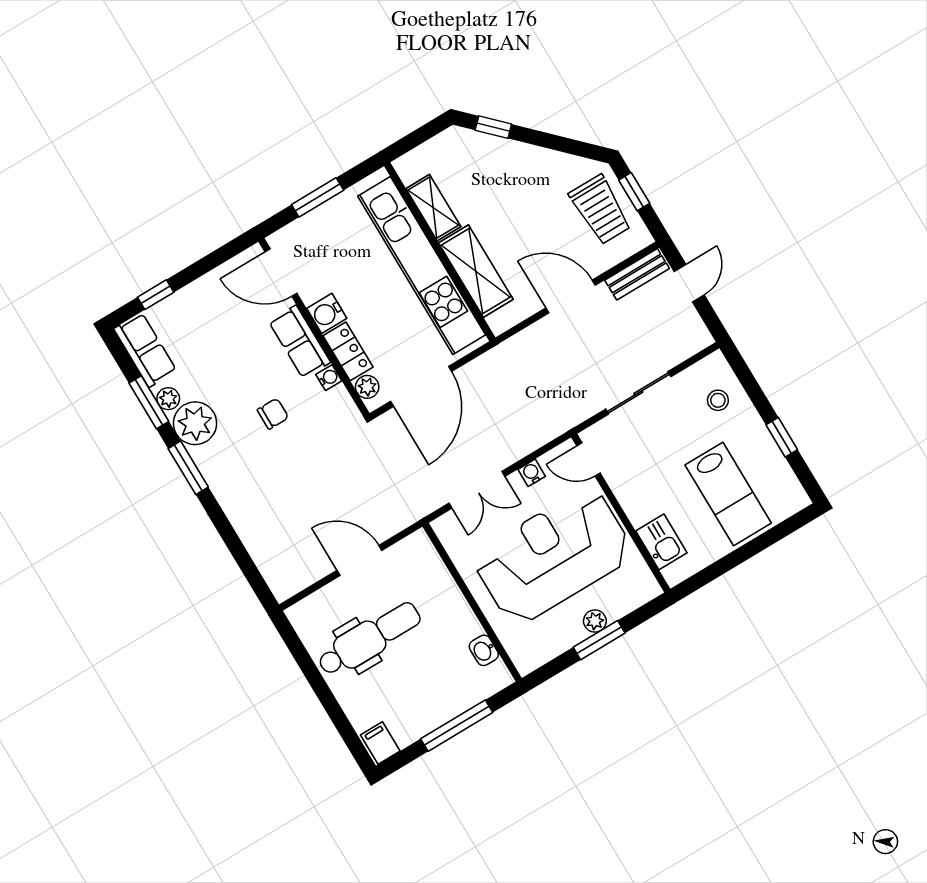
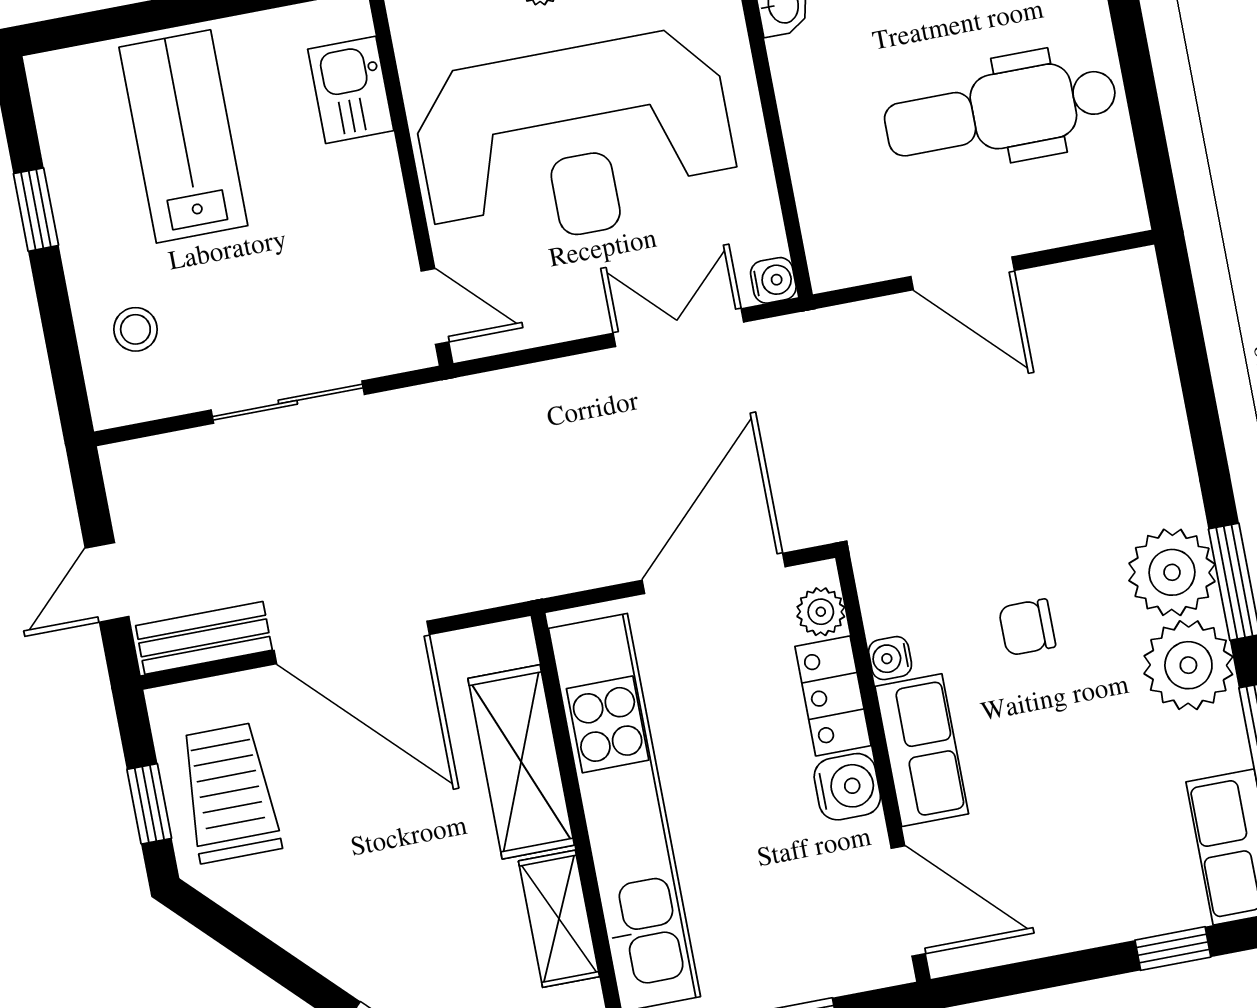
door: (571, 296) -> (352, 642), width x1.36
plant: (168, 399) -> (1172, 572), moved, width x1.88, depth x1.88
water cooler: (532, 473) -> (773, 280), moved, turned -90

